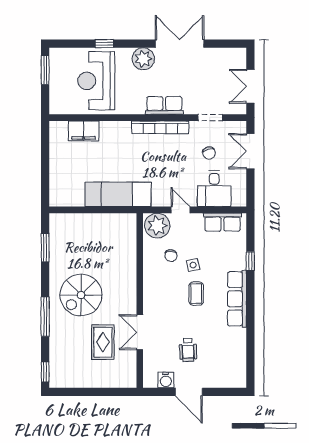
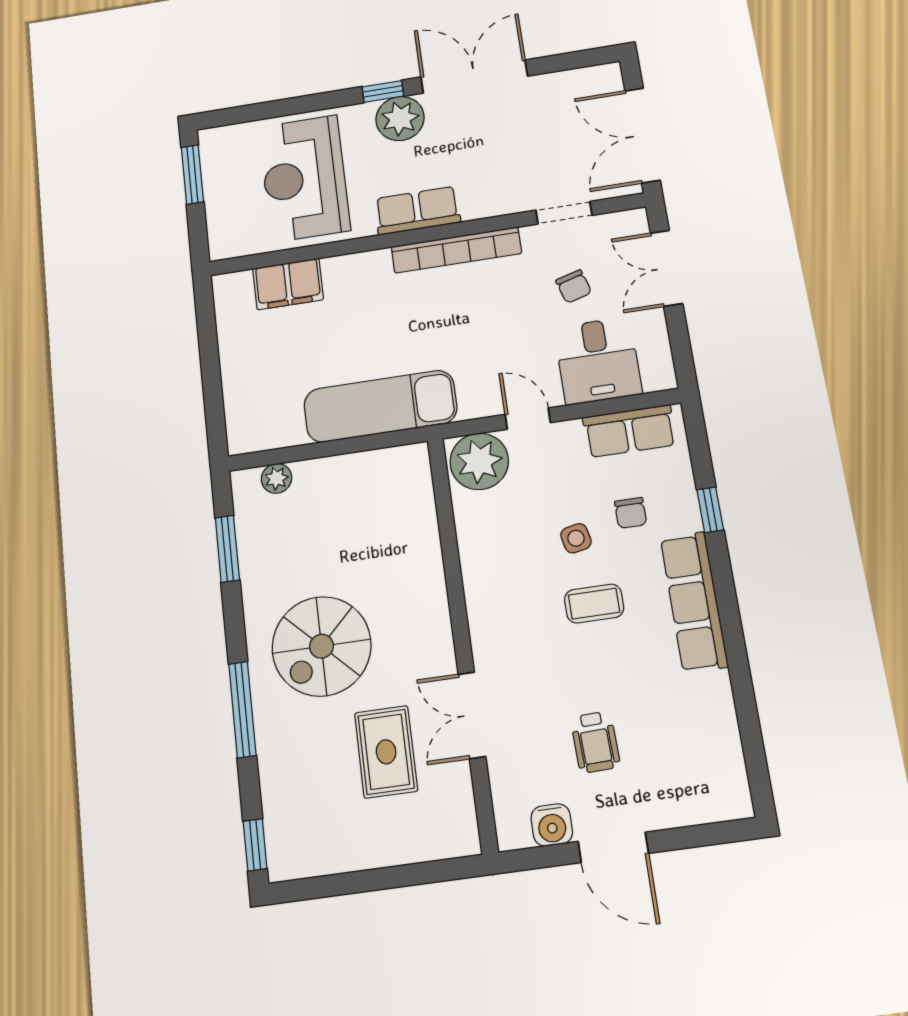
window: (104, 44) -> (383, 91), moved
double door: (250, 86) -> (642, 135), width x1.37
row of seats: (164, 105) -> (417, 211), moved
plant: (69, 220) -> (277, 478), added
chair: (171, 256) -> (631, 513), moved
coffee table: (196, 294) -> (594, 604), turned 90

